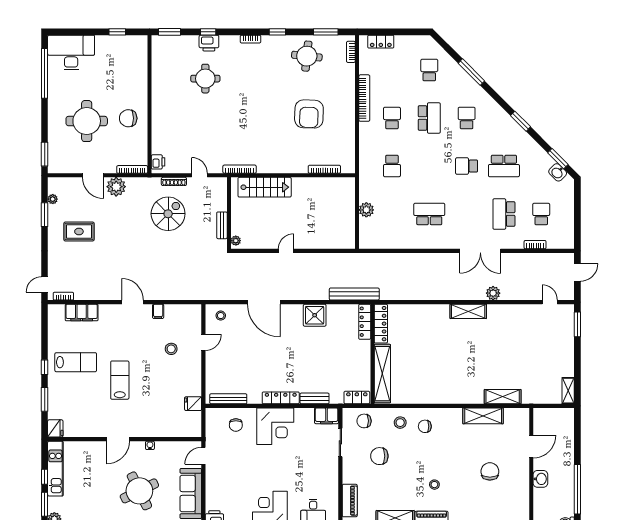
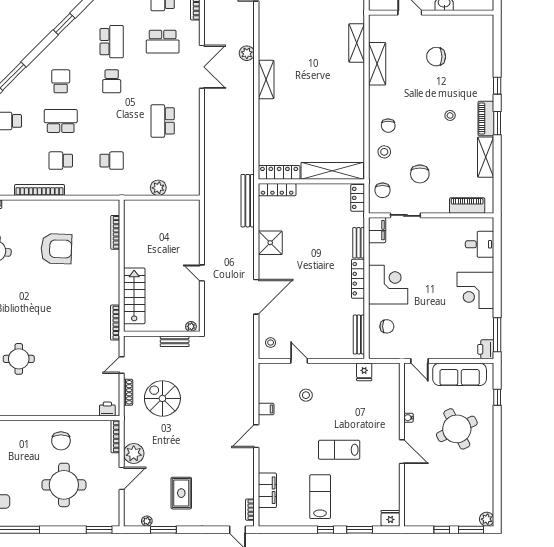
school desk: (467, 118) -> (61, 81), turned 90
kitchen unit: (55, 469) -> (433, 518), removed

